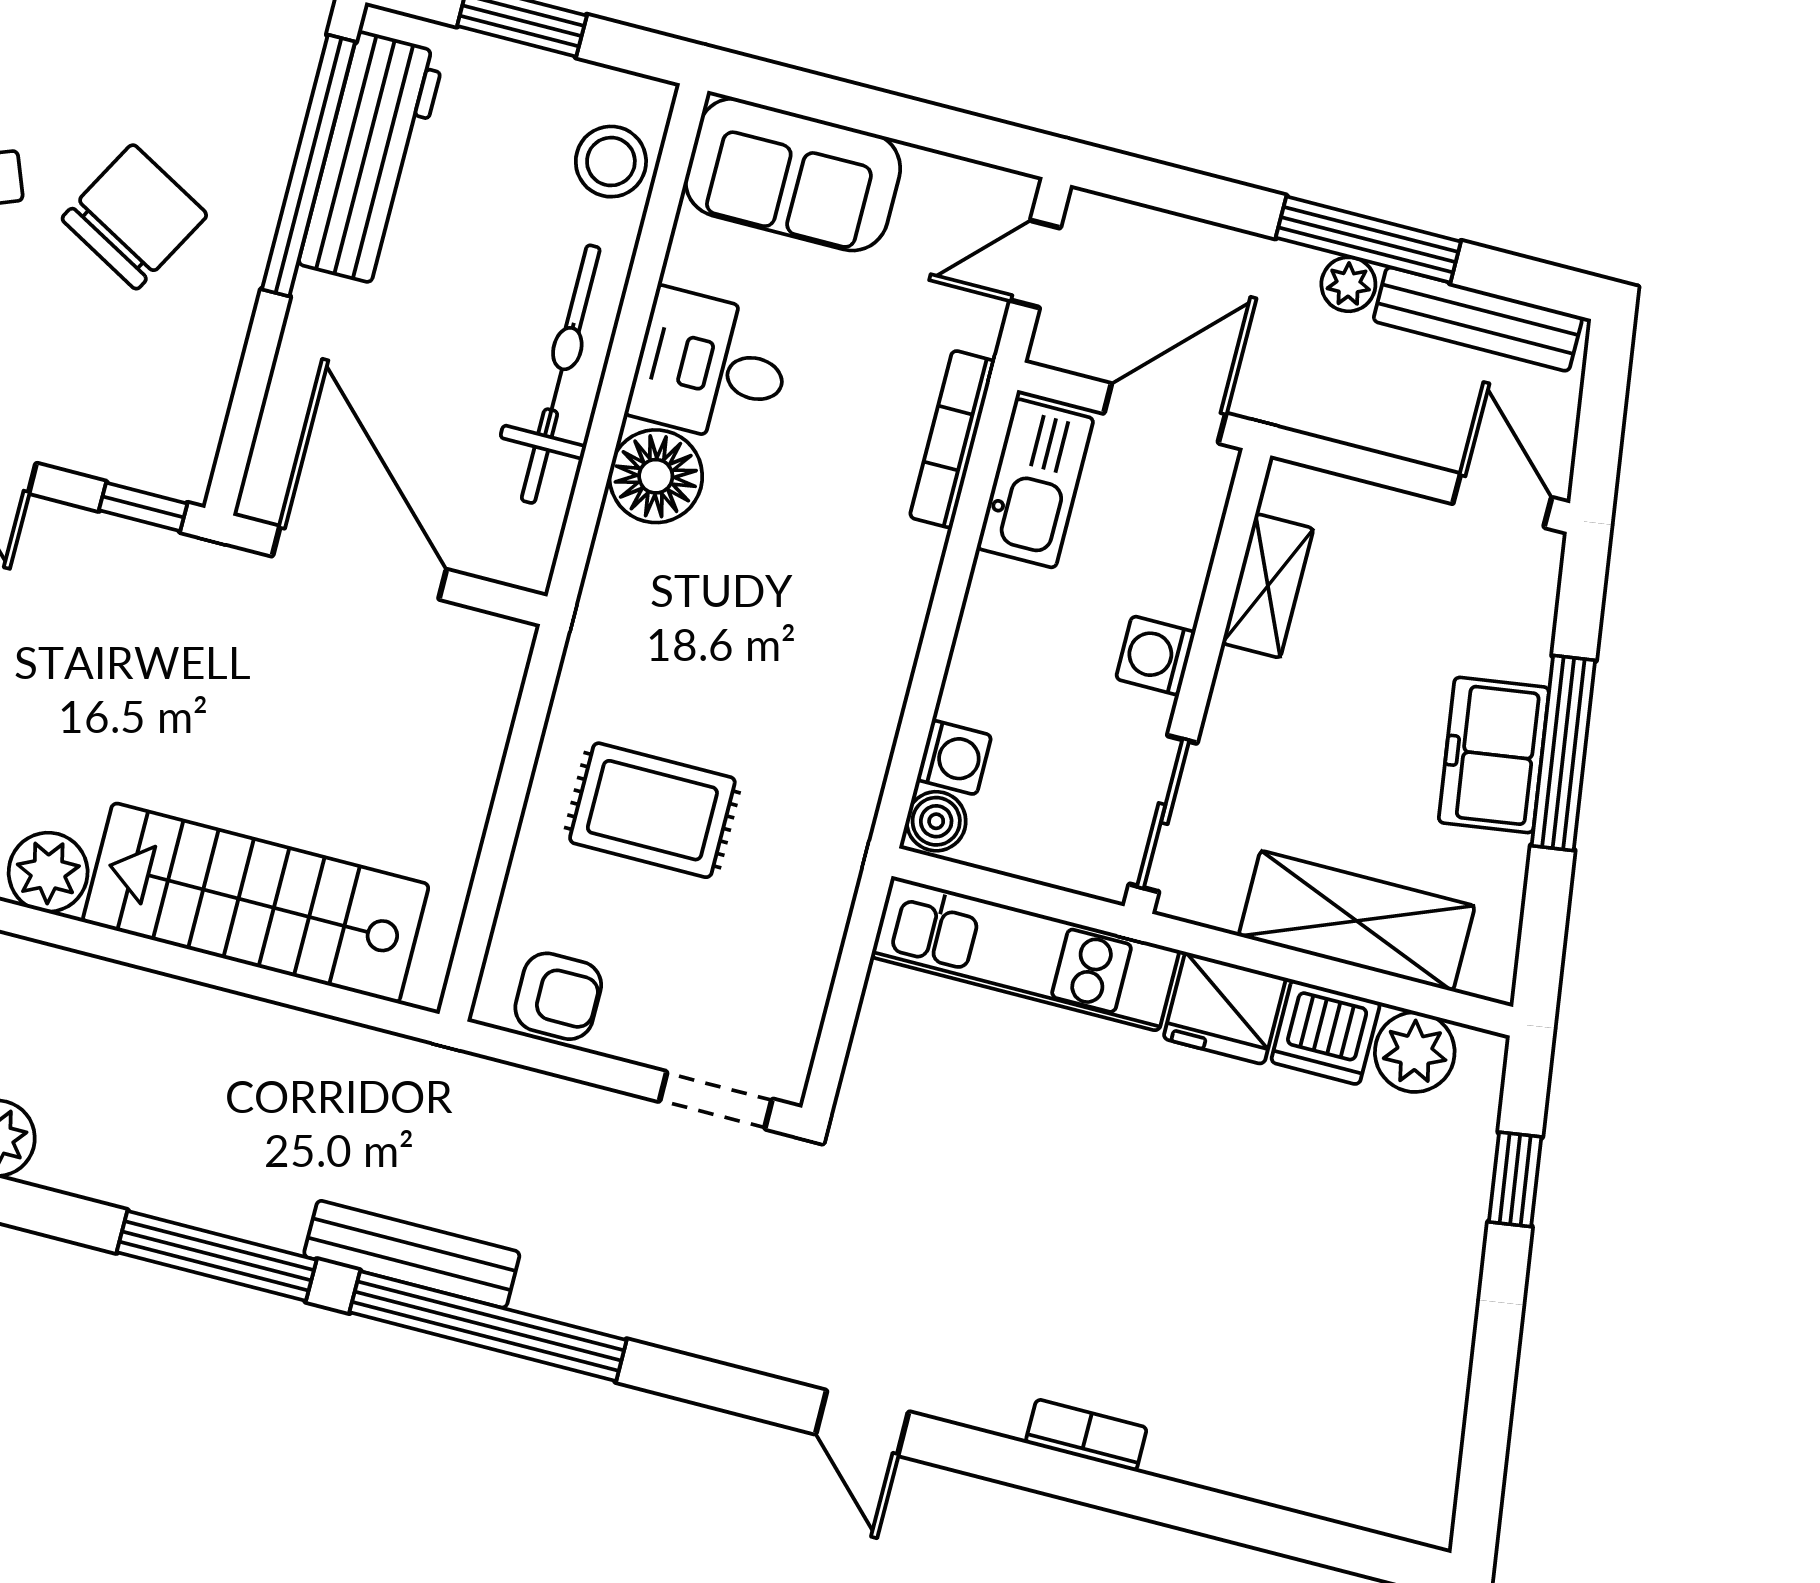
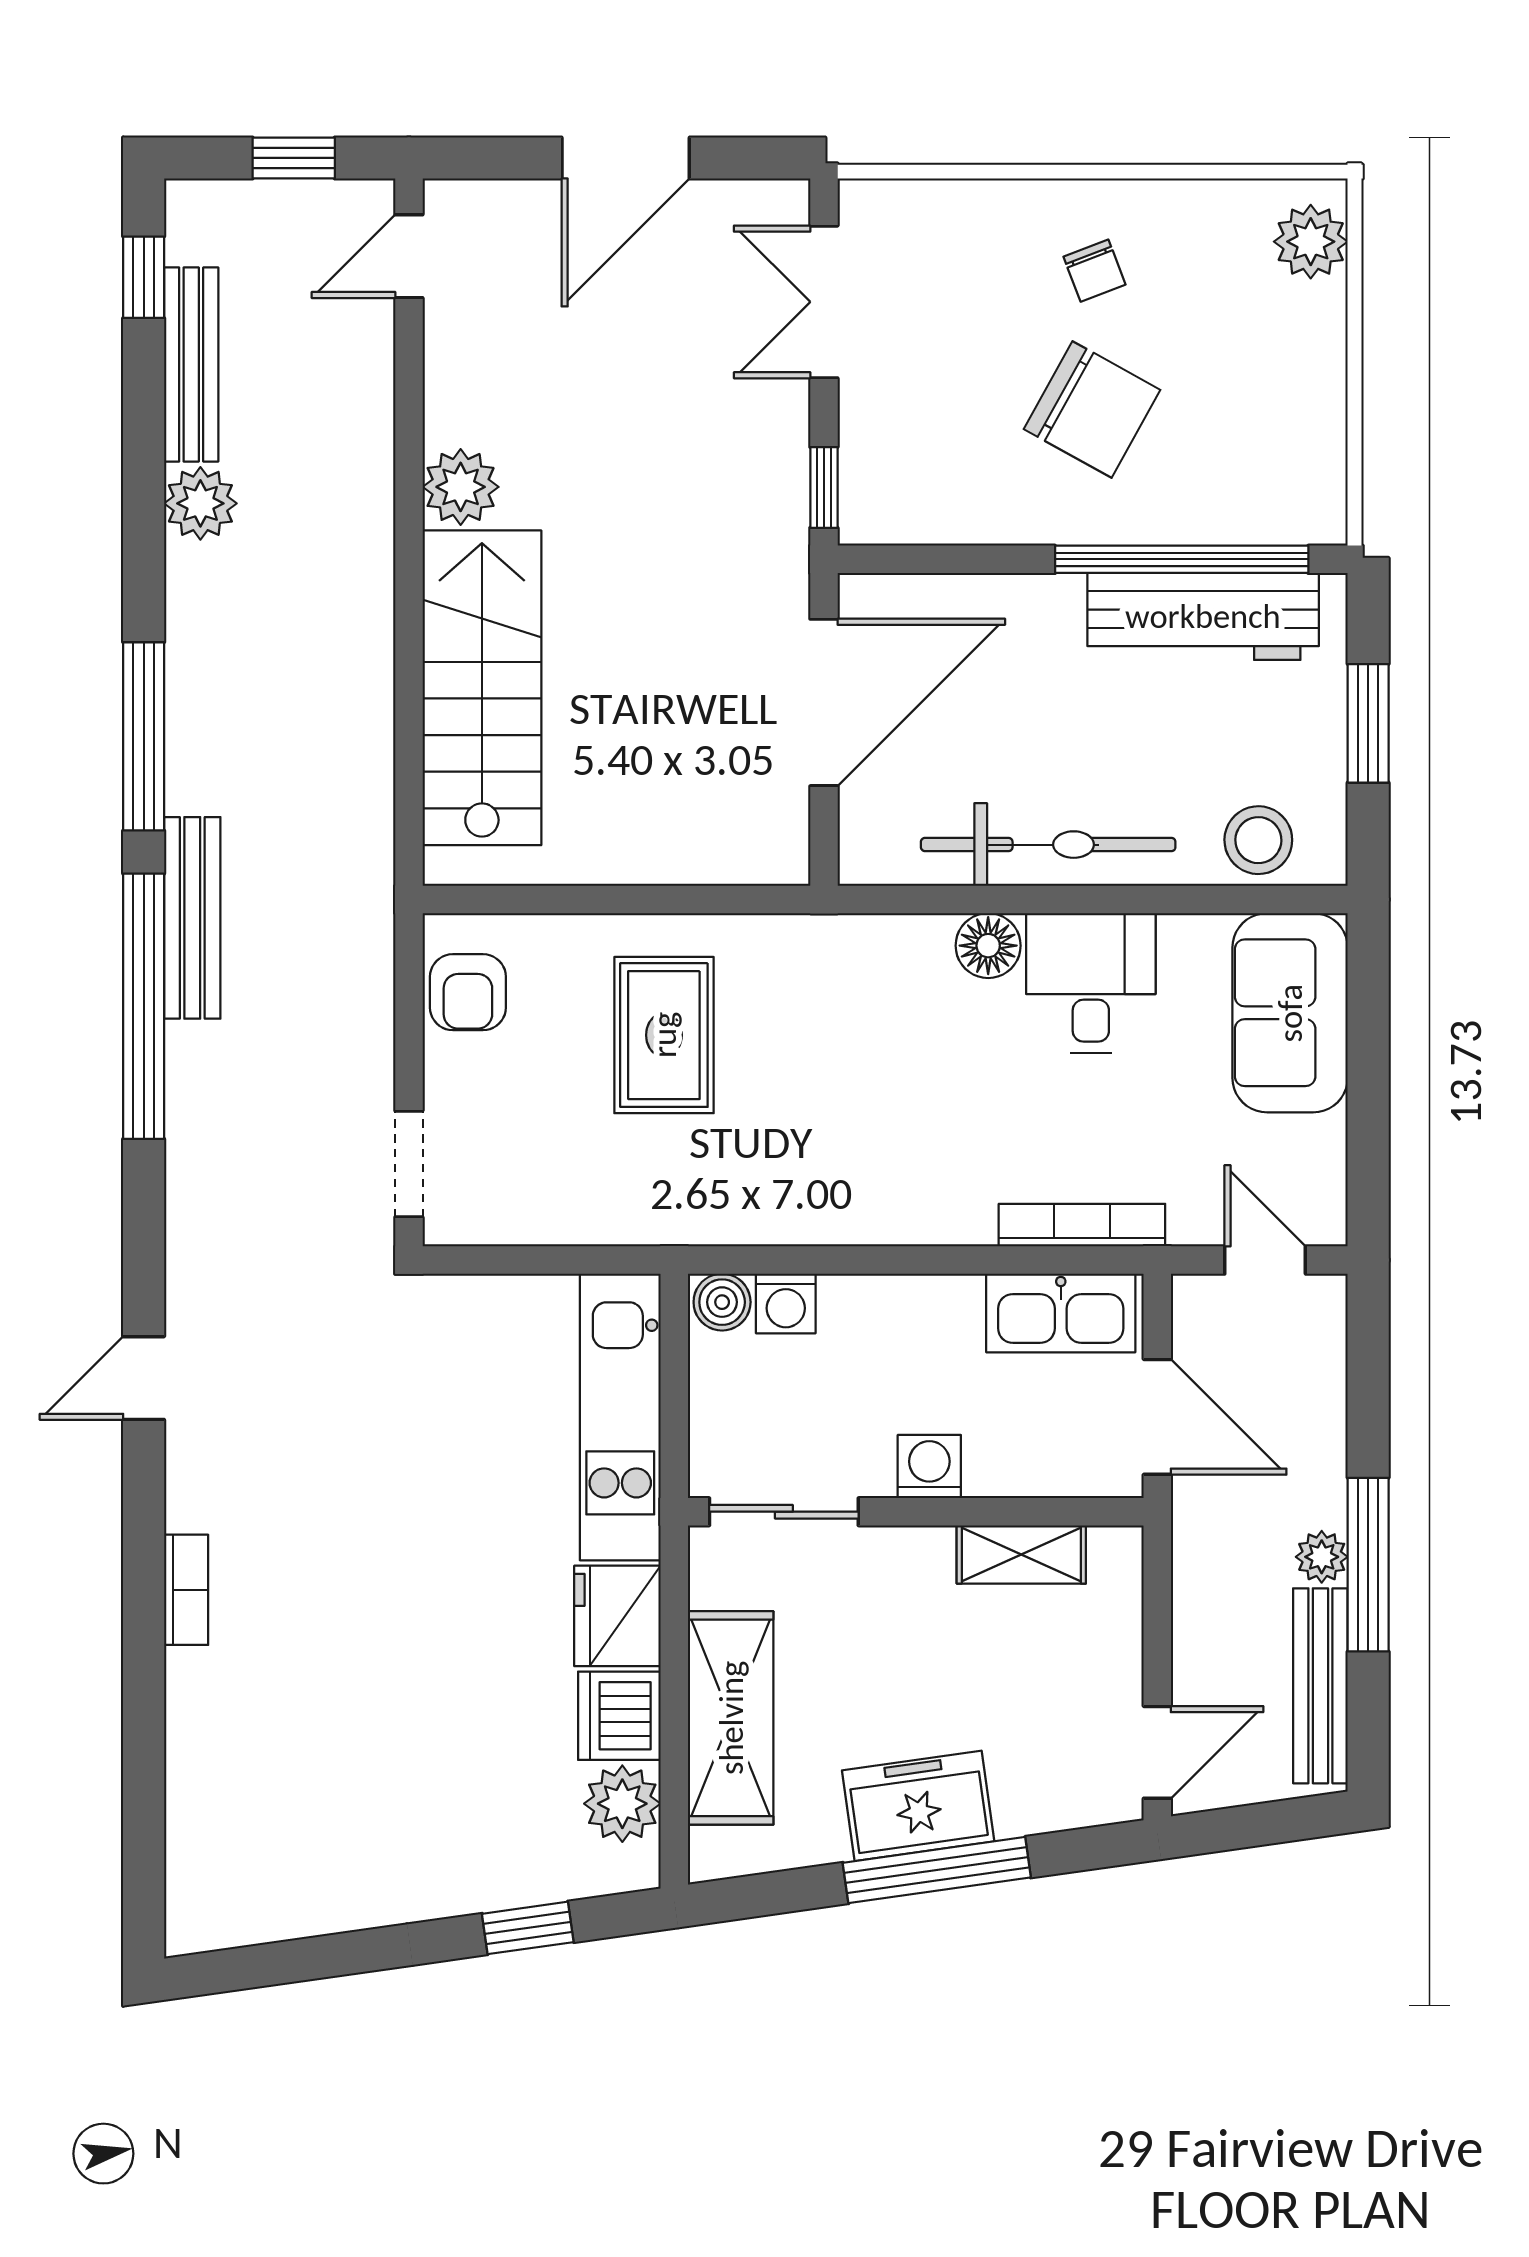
floor lamp: (656, 476) -> (988, 946), width x0.73, depth x0.73

